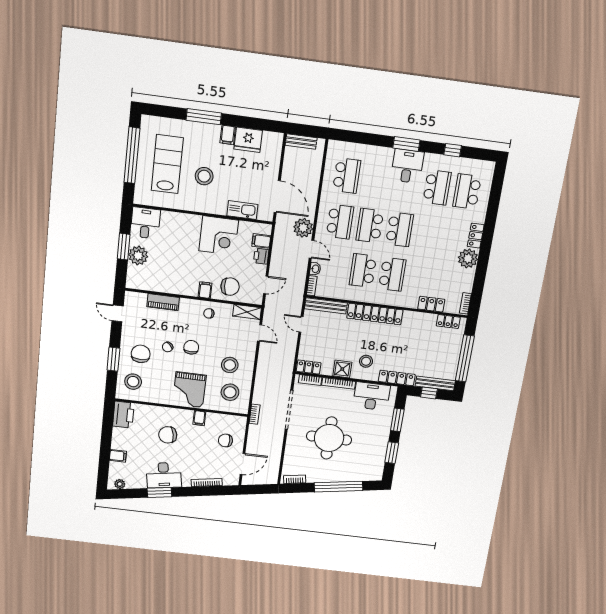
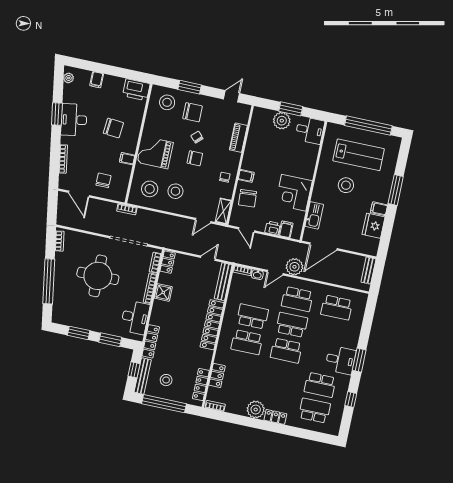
locker: (448, 322) -> (201, 385), width x1.53
stool: (366, 361) -> (166, 380), moved
chair: (168, 435) -> (113, 128), turned 105

